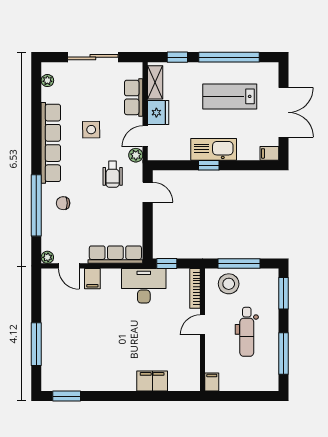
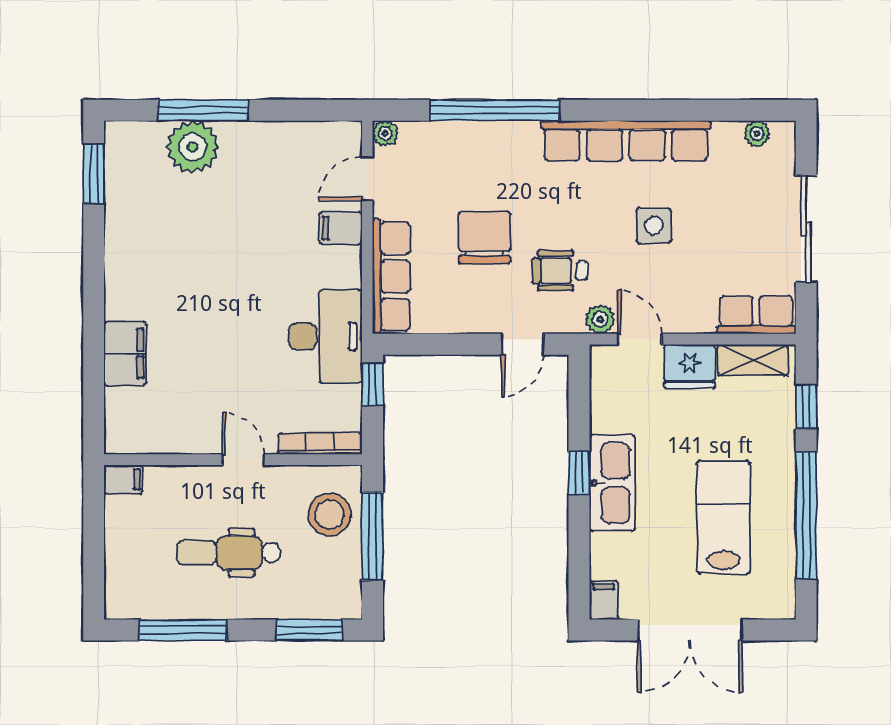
row of seats: (134, 97) -> (756, 315), moved
chair: (63, 203) -> (484, 238), moved, width x1.87, depth x1.87
plant: (54, 349) -> (192, 147), added

